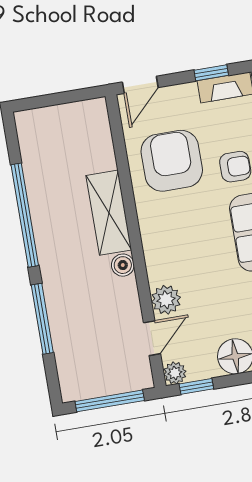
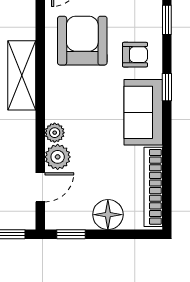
boiler: (123, 265) -> (26, 122), removed
plant: (175, 373) -> (55, 133), moved

